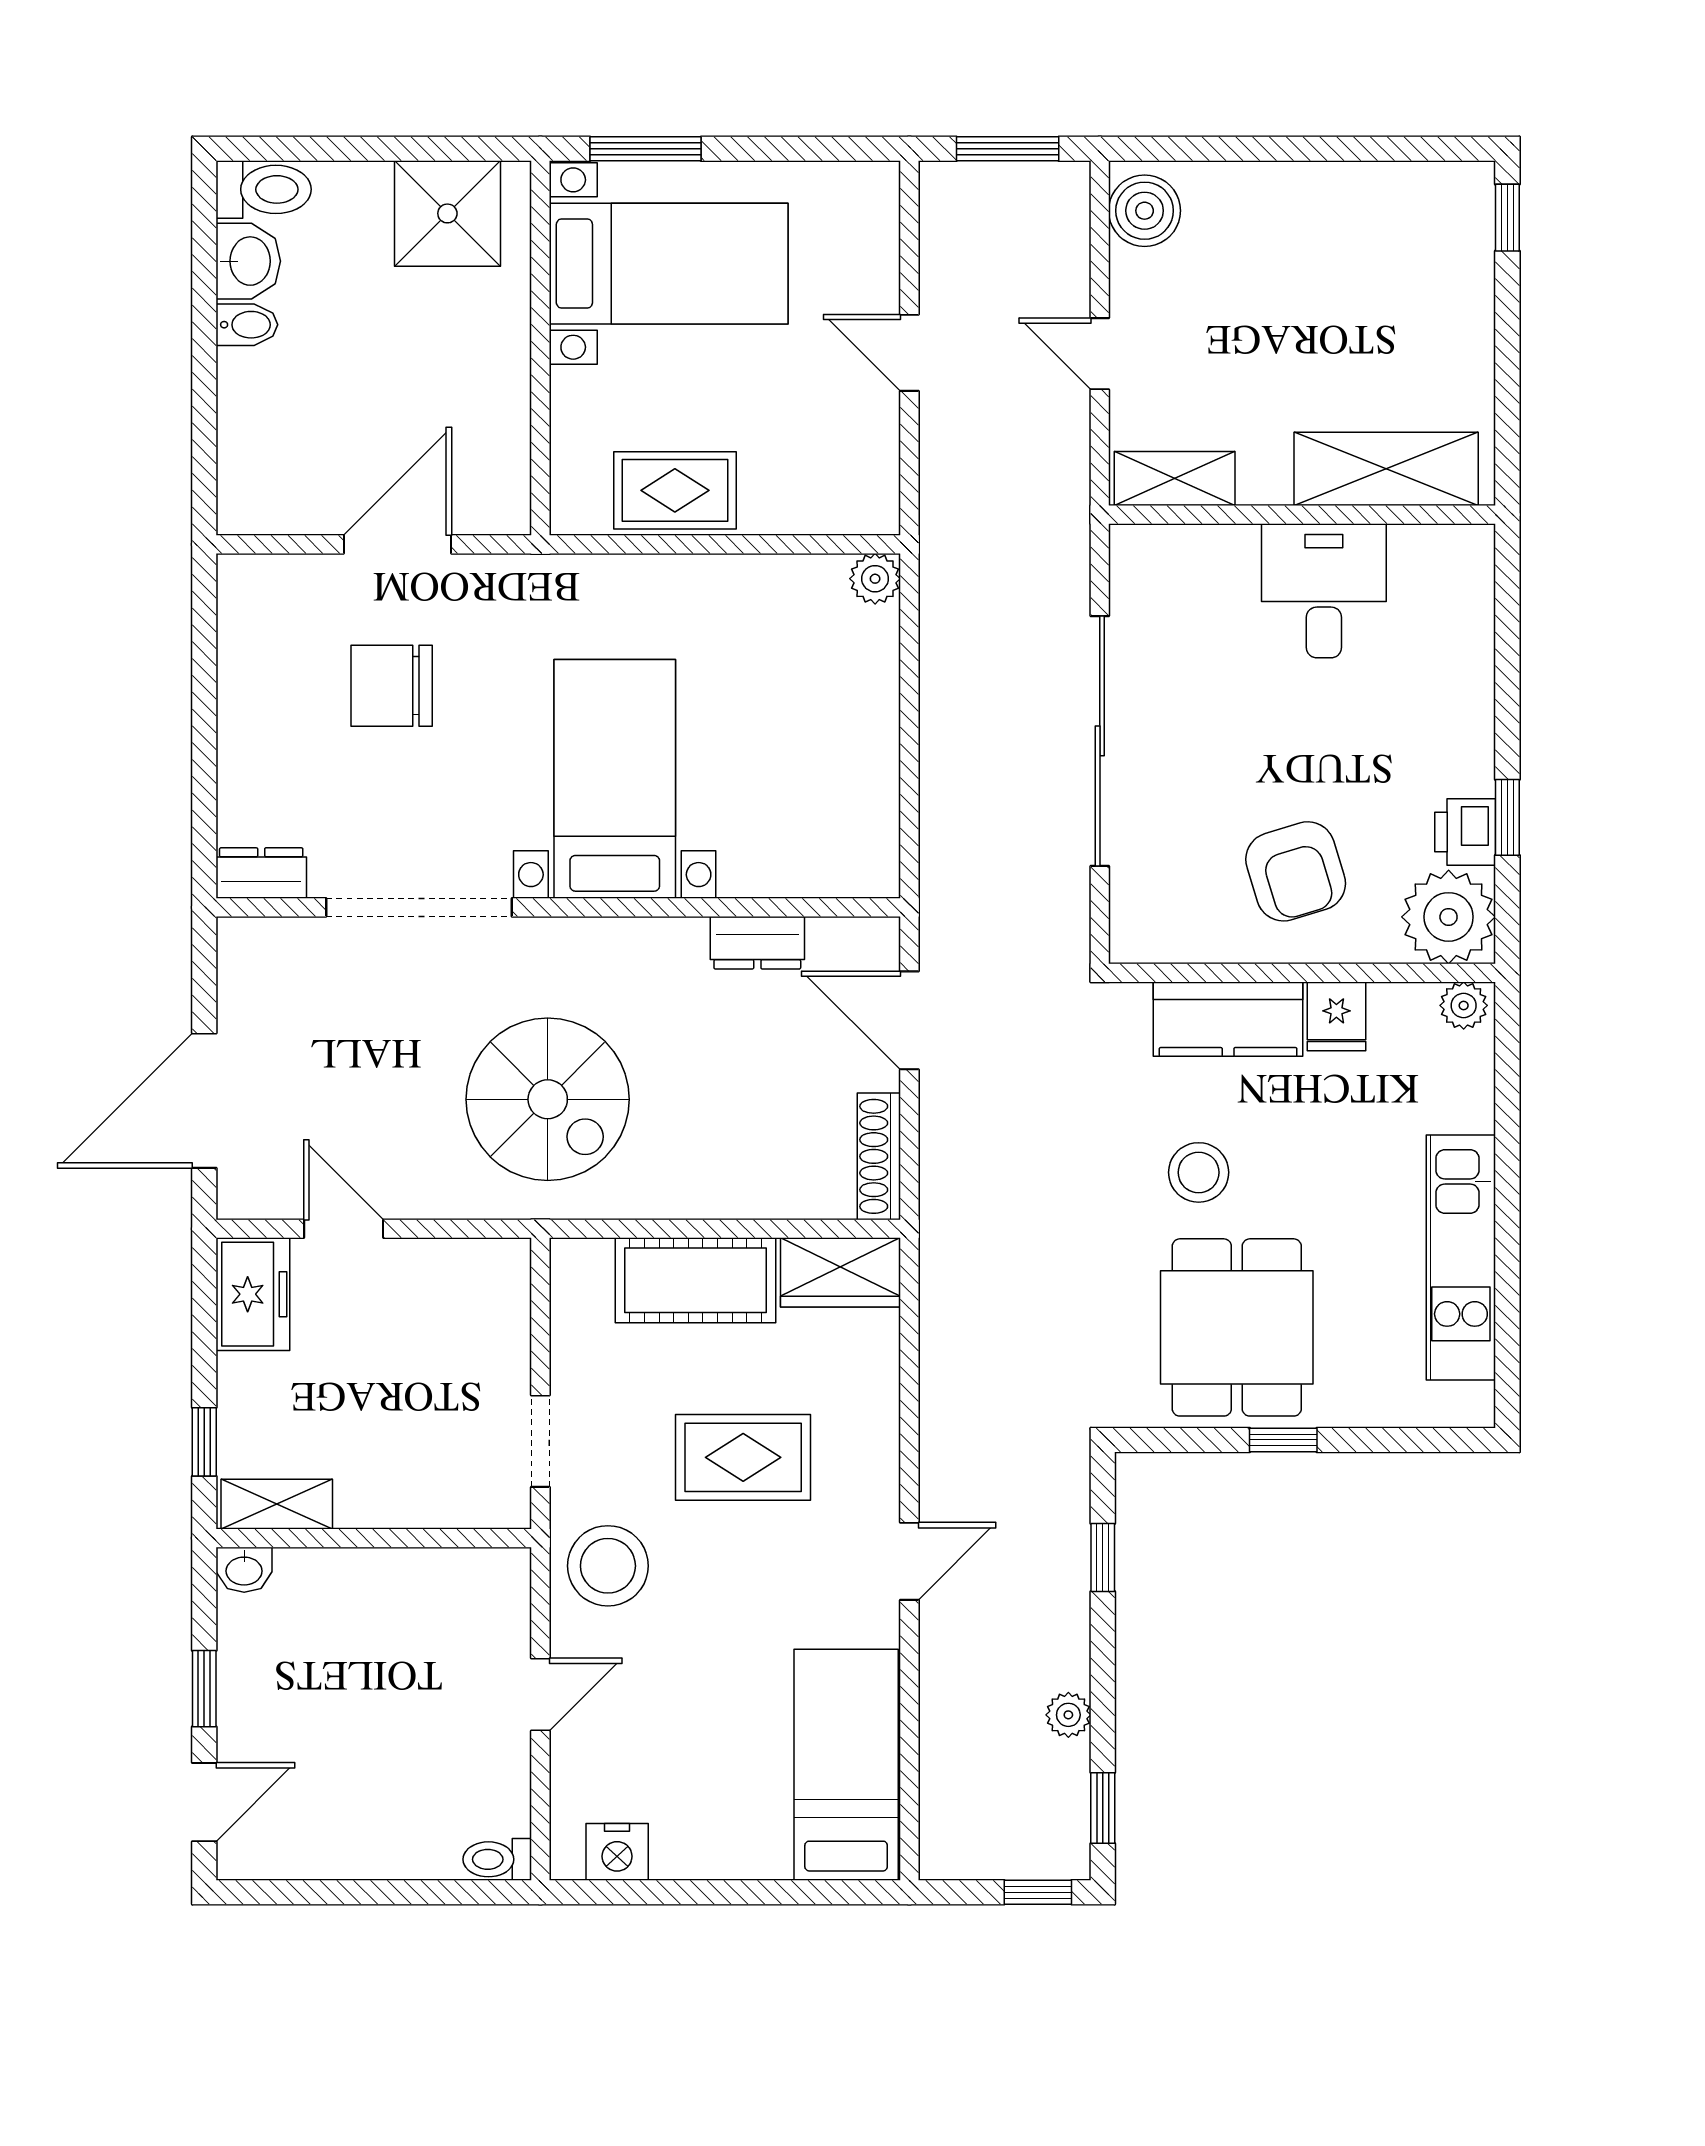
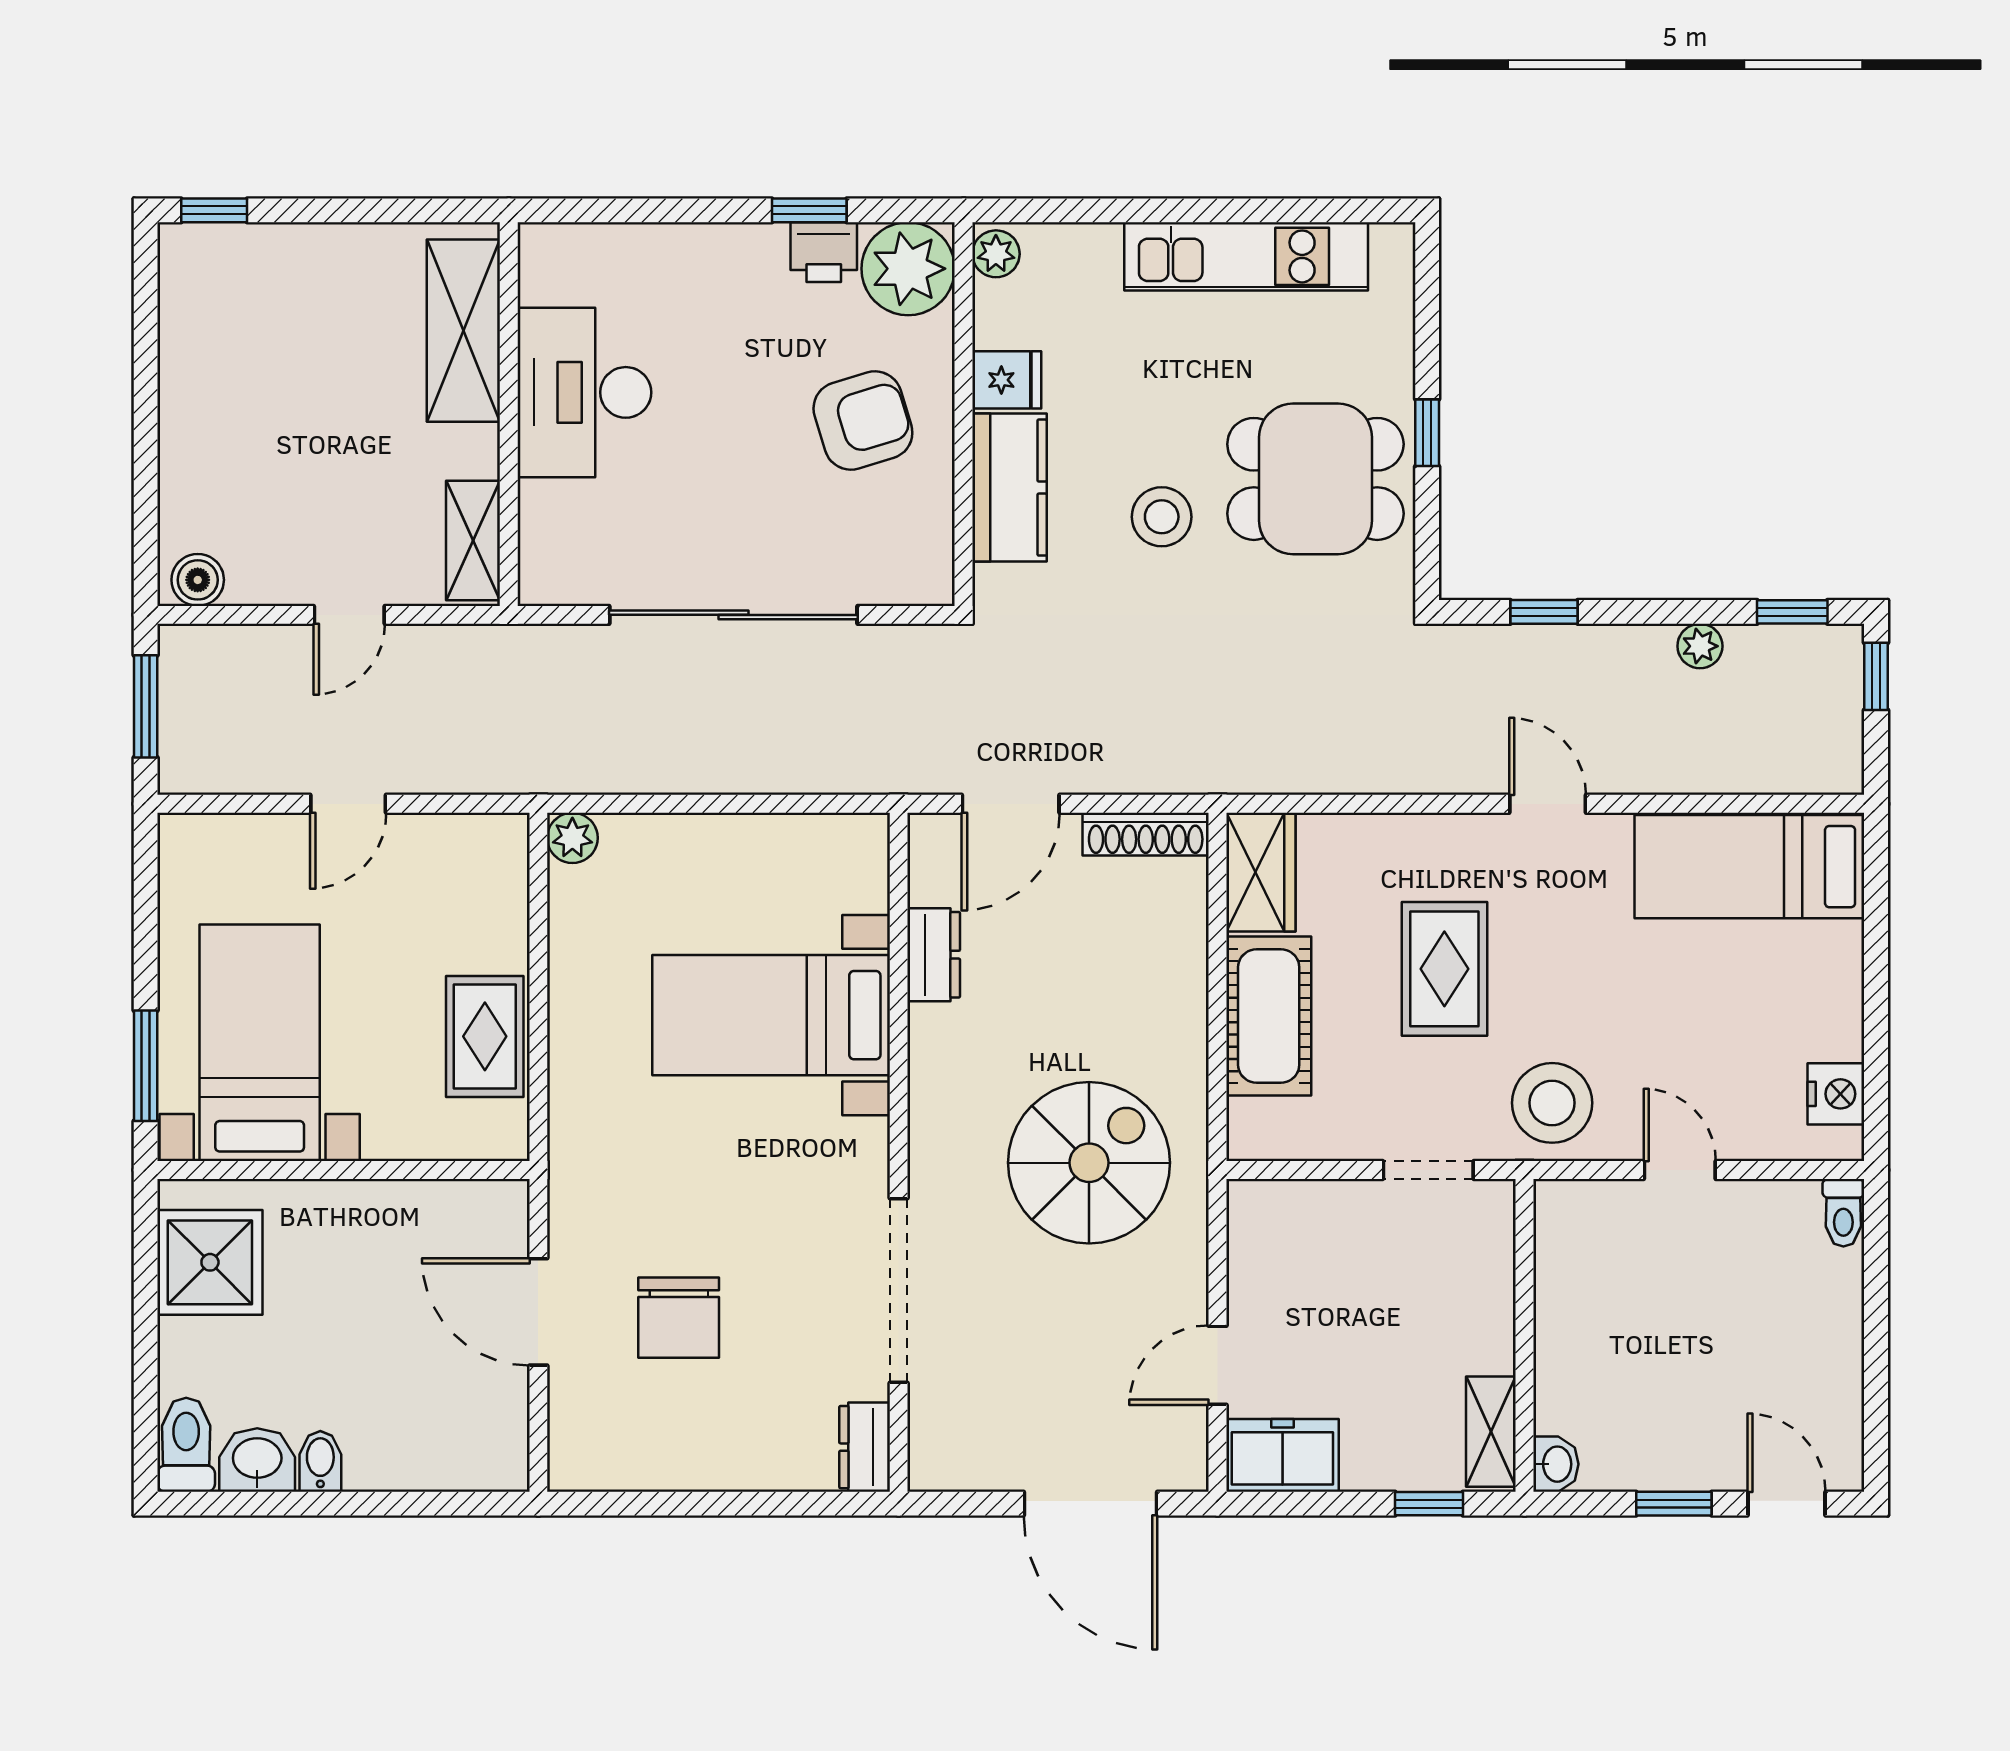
boiler: (1145, 211) -> (198, 580), width x0.73, depth x0.73
desk: (1324, 591) -> (584, 392), width x1.37
bed with nightstands: (615, 779) -> (771, 1015), moved

